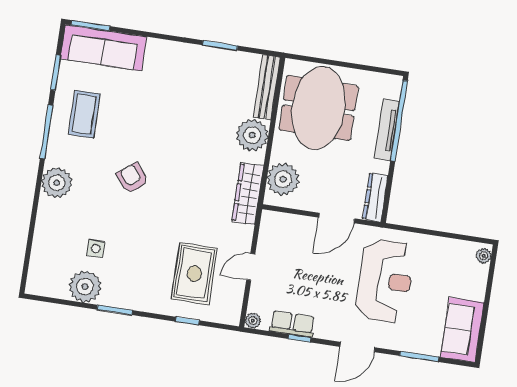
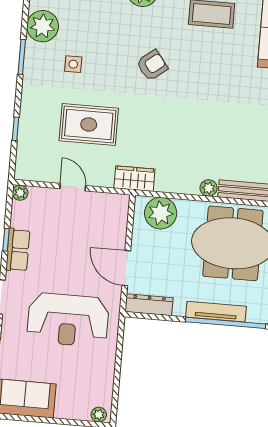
plant: (252, 135) -> (209, 188), width x0.53, depth x0.53
wardrobe: (248, 194) -> (134, 179), width x0.67
side table: (96, 249) -> (73, 64), moved
rug: (194, 274) -> (89, 124), moved
row of seats: (292, 324) -> (18, 250), moved

